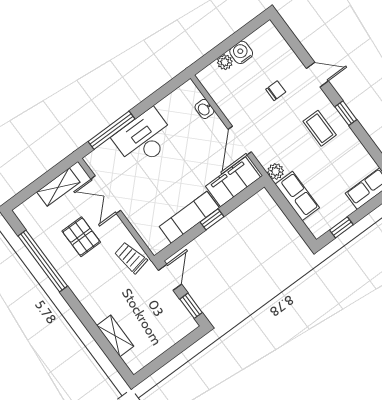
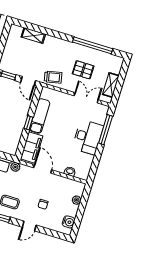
water cooler: (241, 52) -> (69, 222), moved

